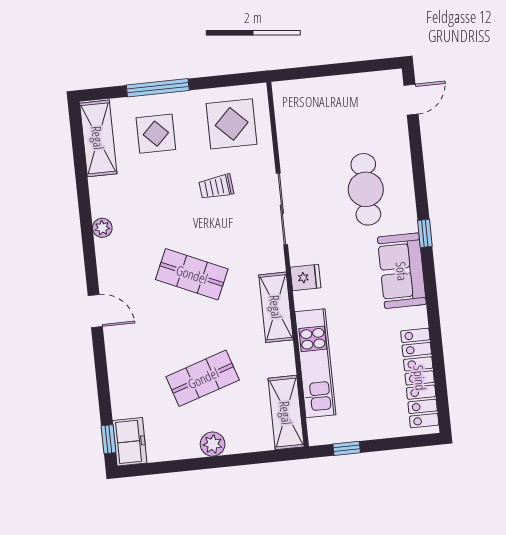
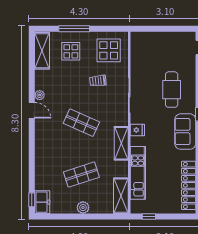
door: (95, 311) -> (32, 110), moved

